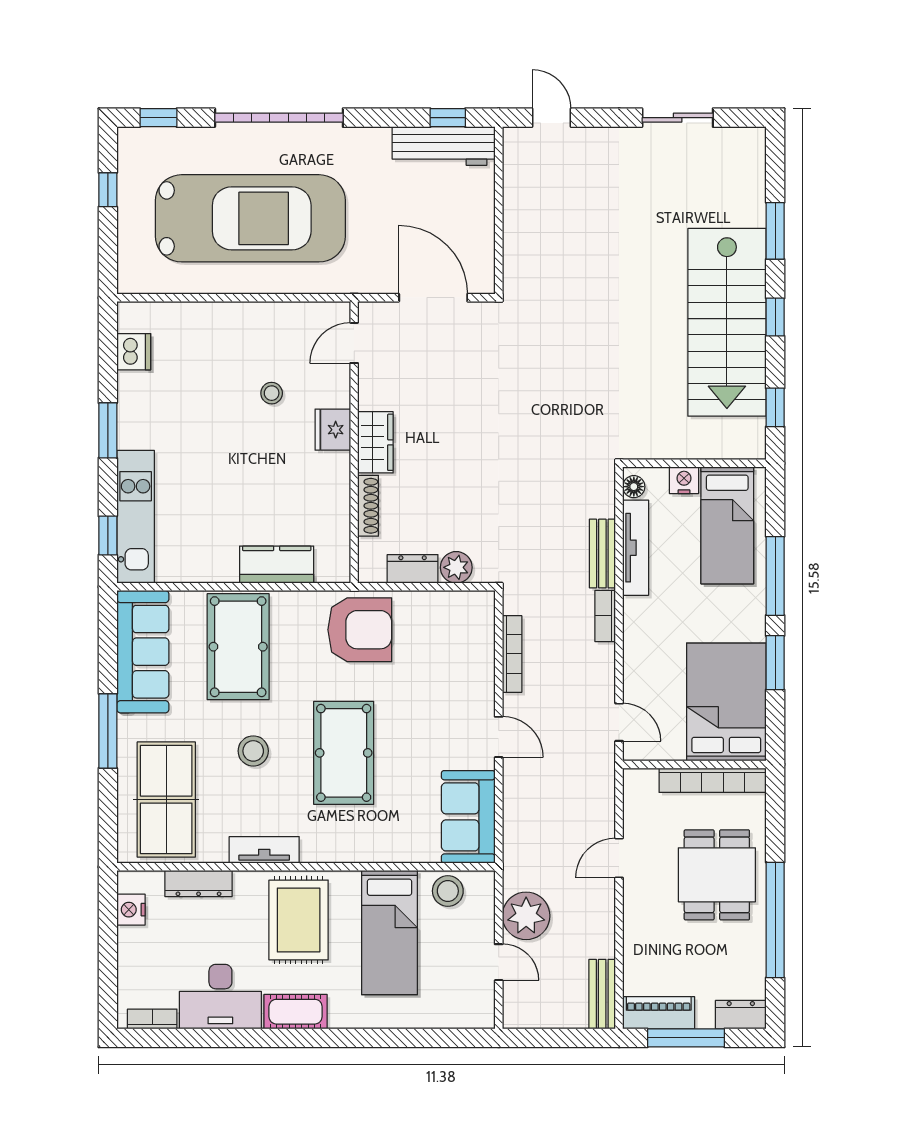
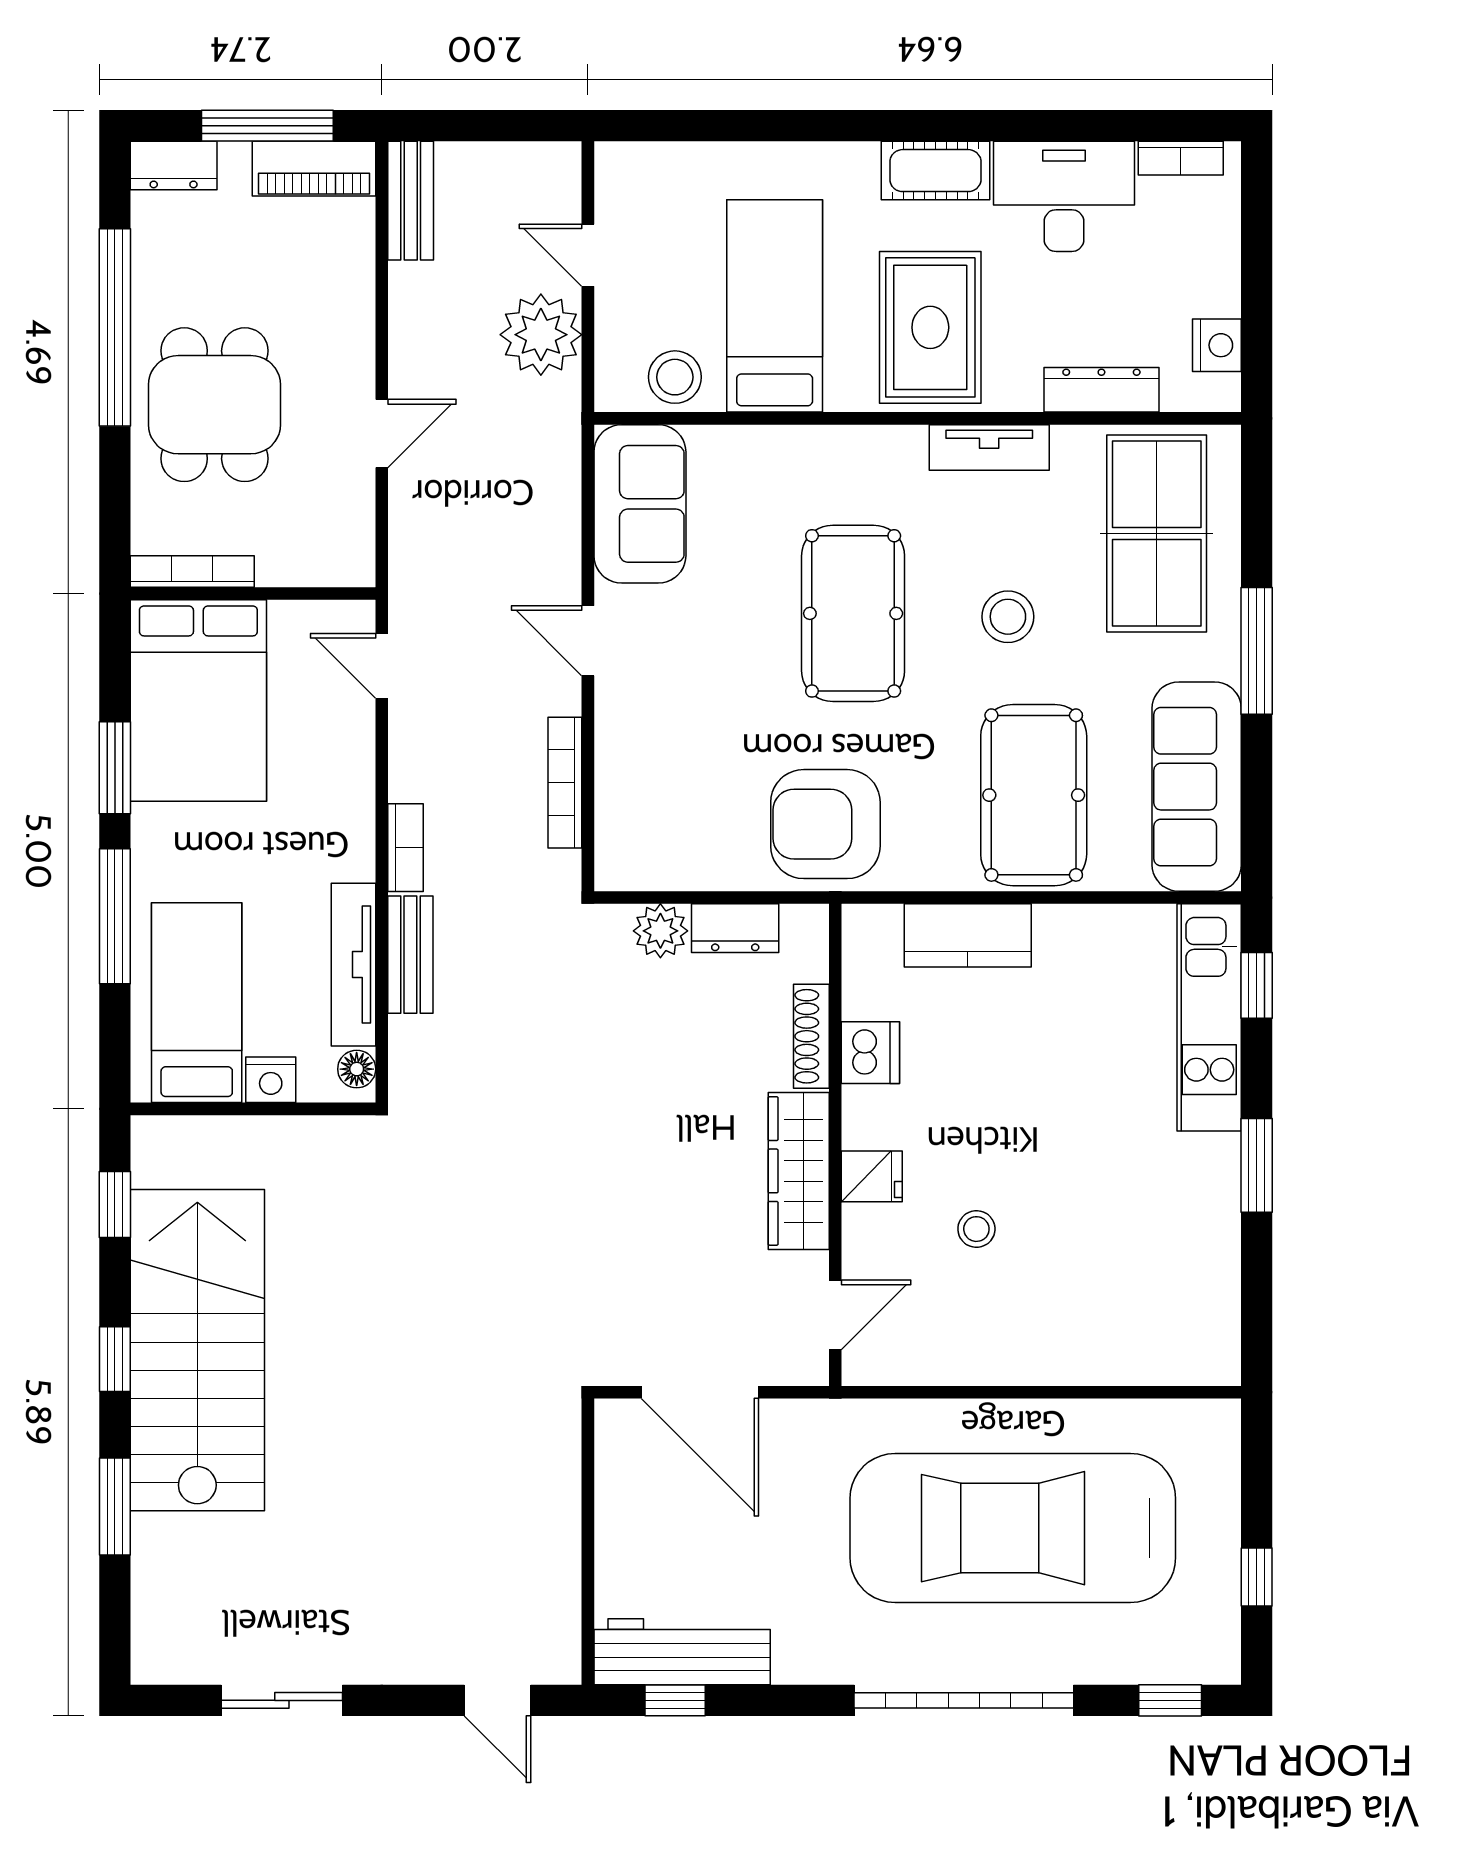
dishwasher: (134, 352) -> (870, 1053), moved, turned 180
fridge: (333, 430) -> (872, 1176), width x0.72
wardrobe: (375, 442) -> (799, 1171), width x1.50
bookcase: (713, 780) -> (192, 572), width x0.68, depth x0.76

